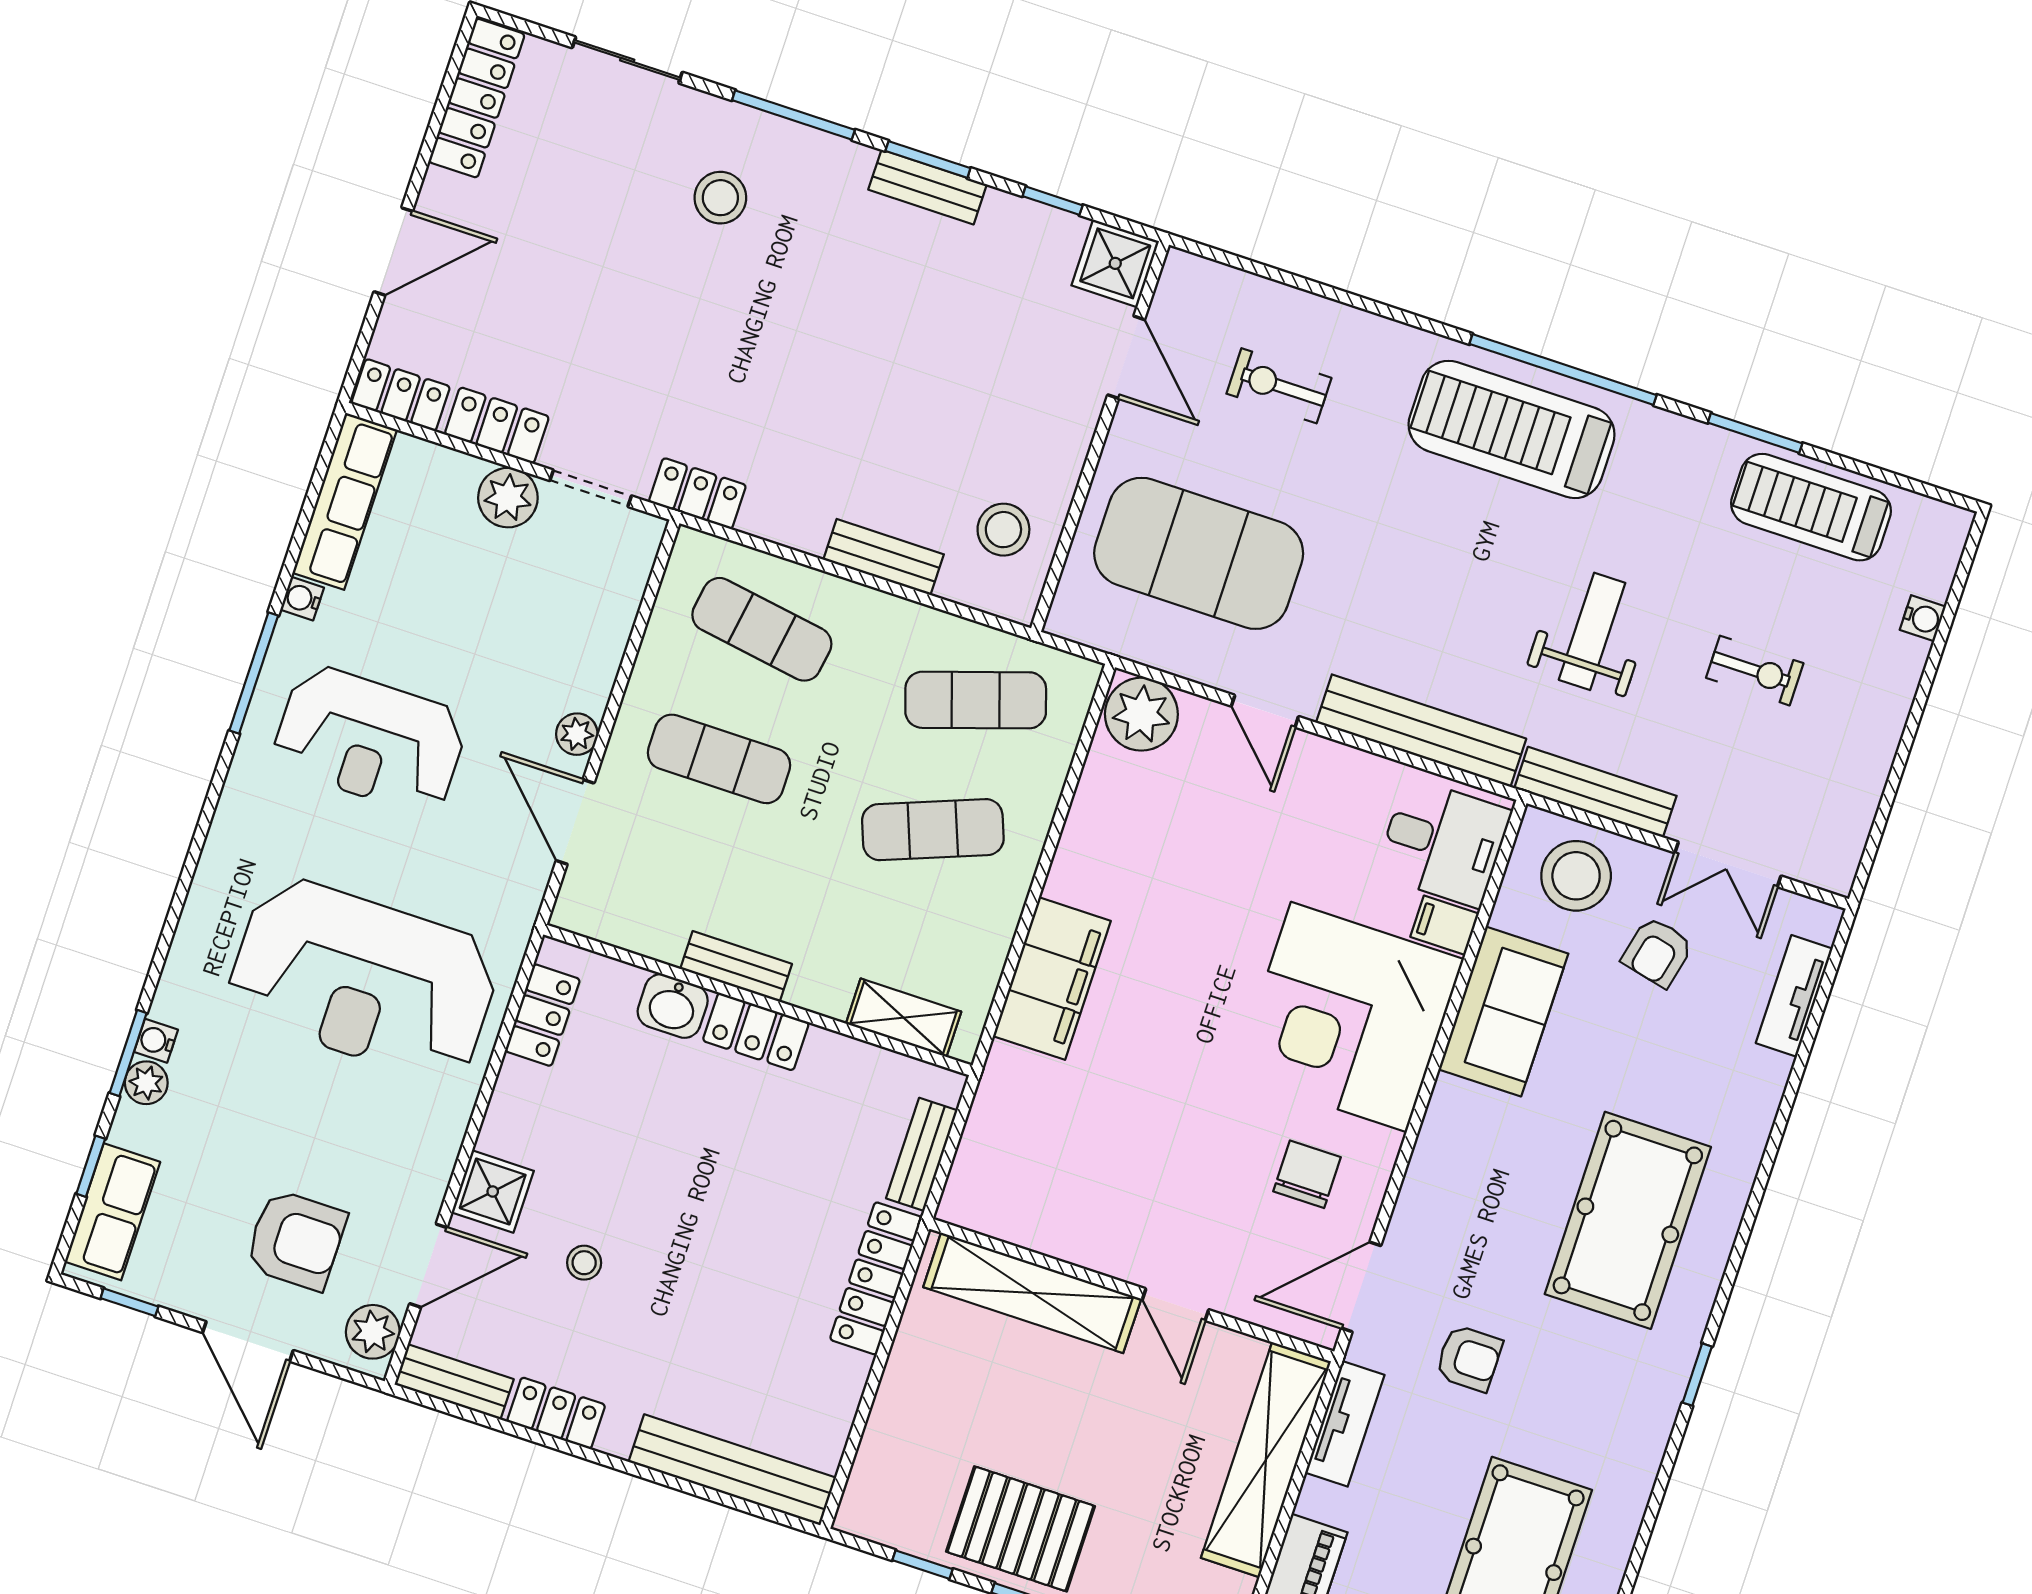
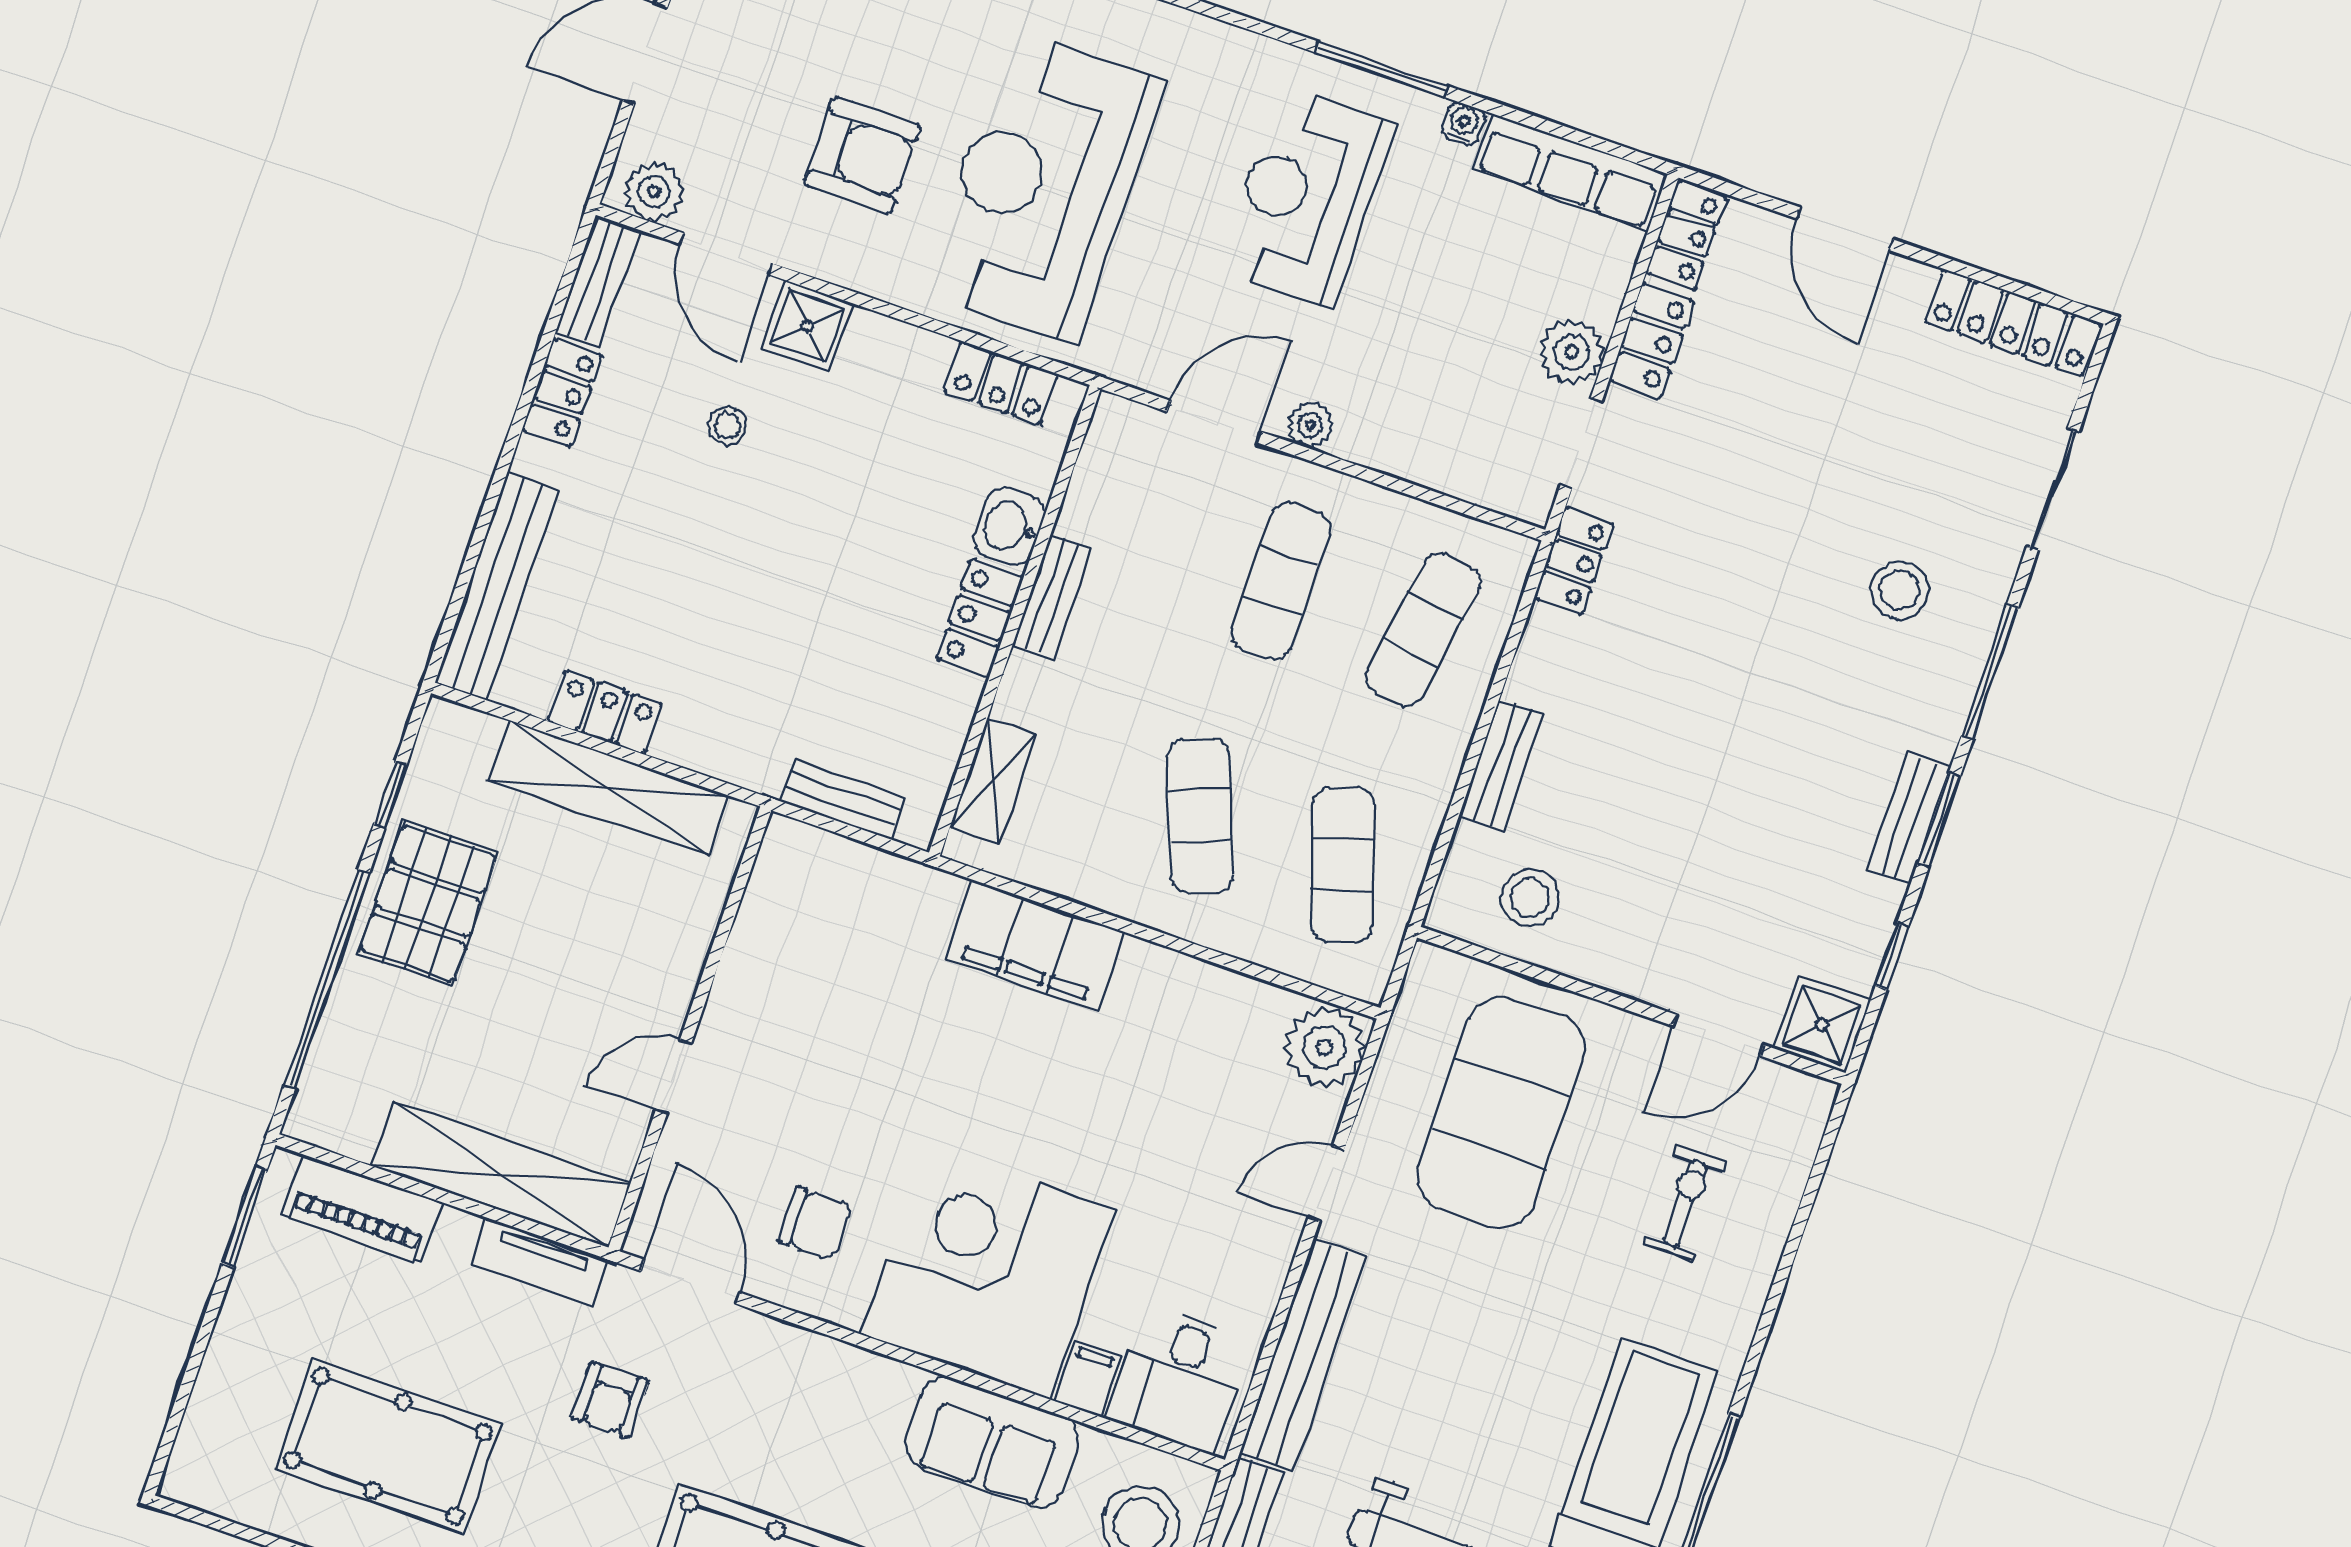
armchair: (296, 1240) -> (862, 155), moved, turned -90
locker: (876, 1278) -> (605, 712), moved, width x0.66
shelving: (1032, 1293) -> (609, 788), moved, turned 90

